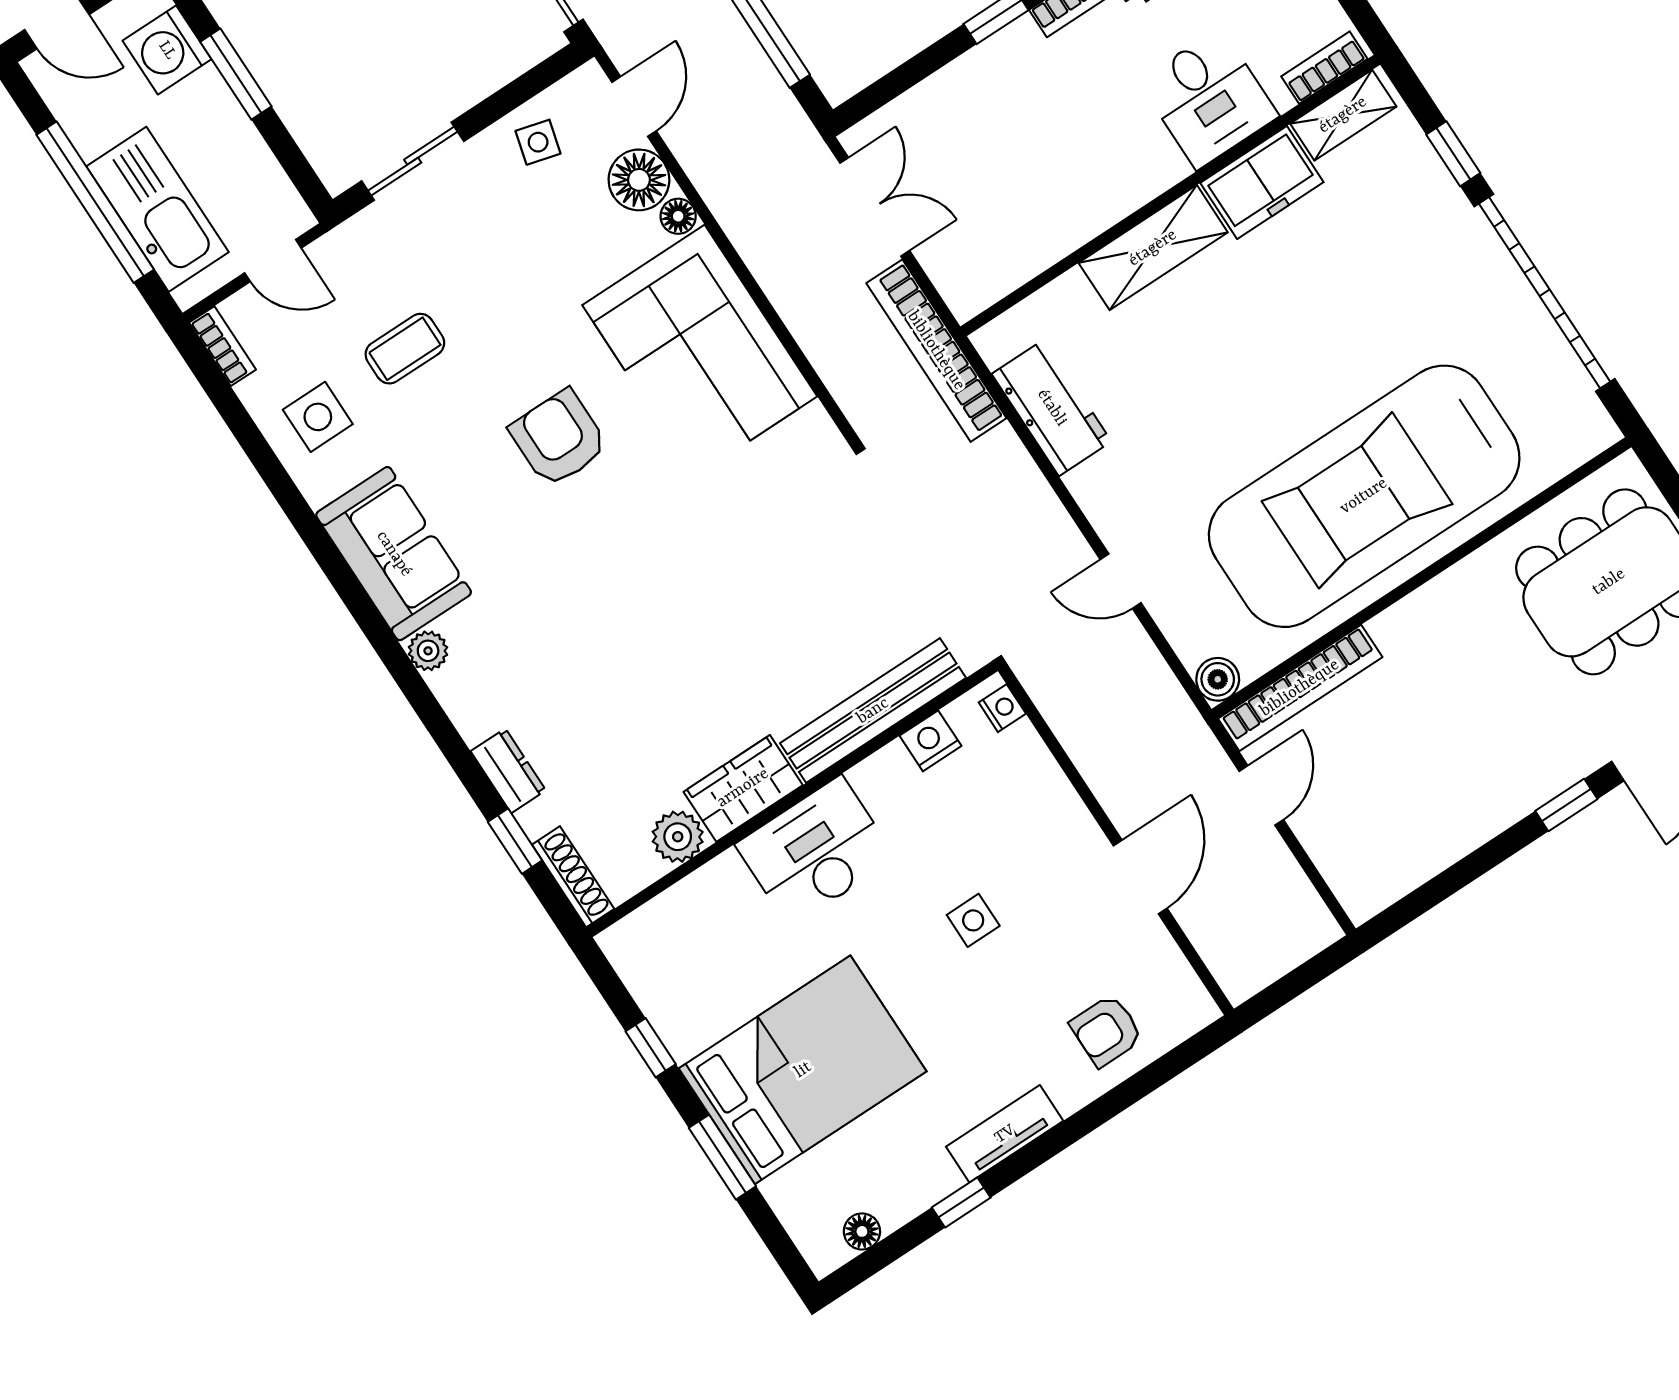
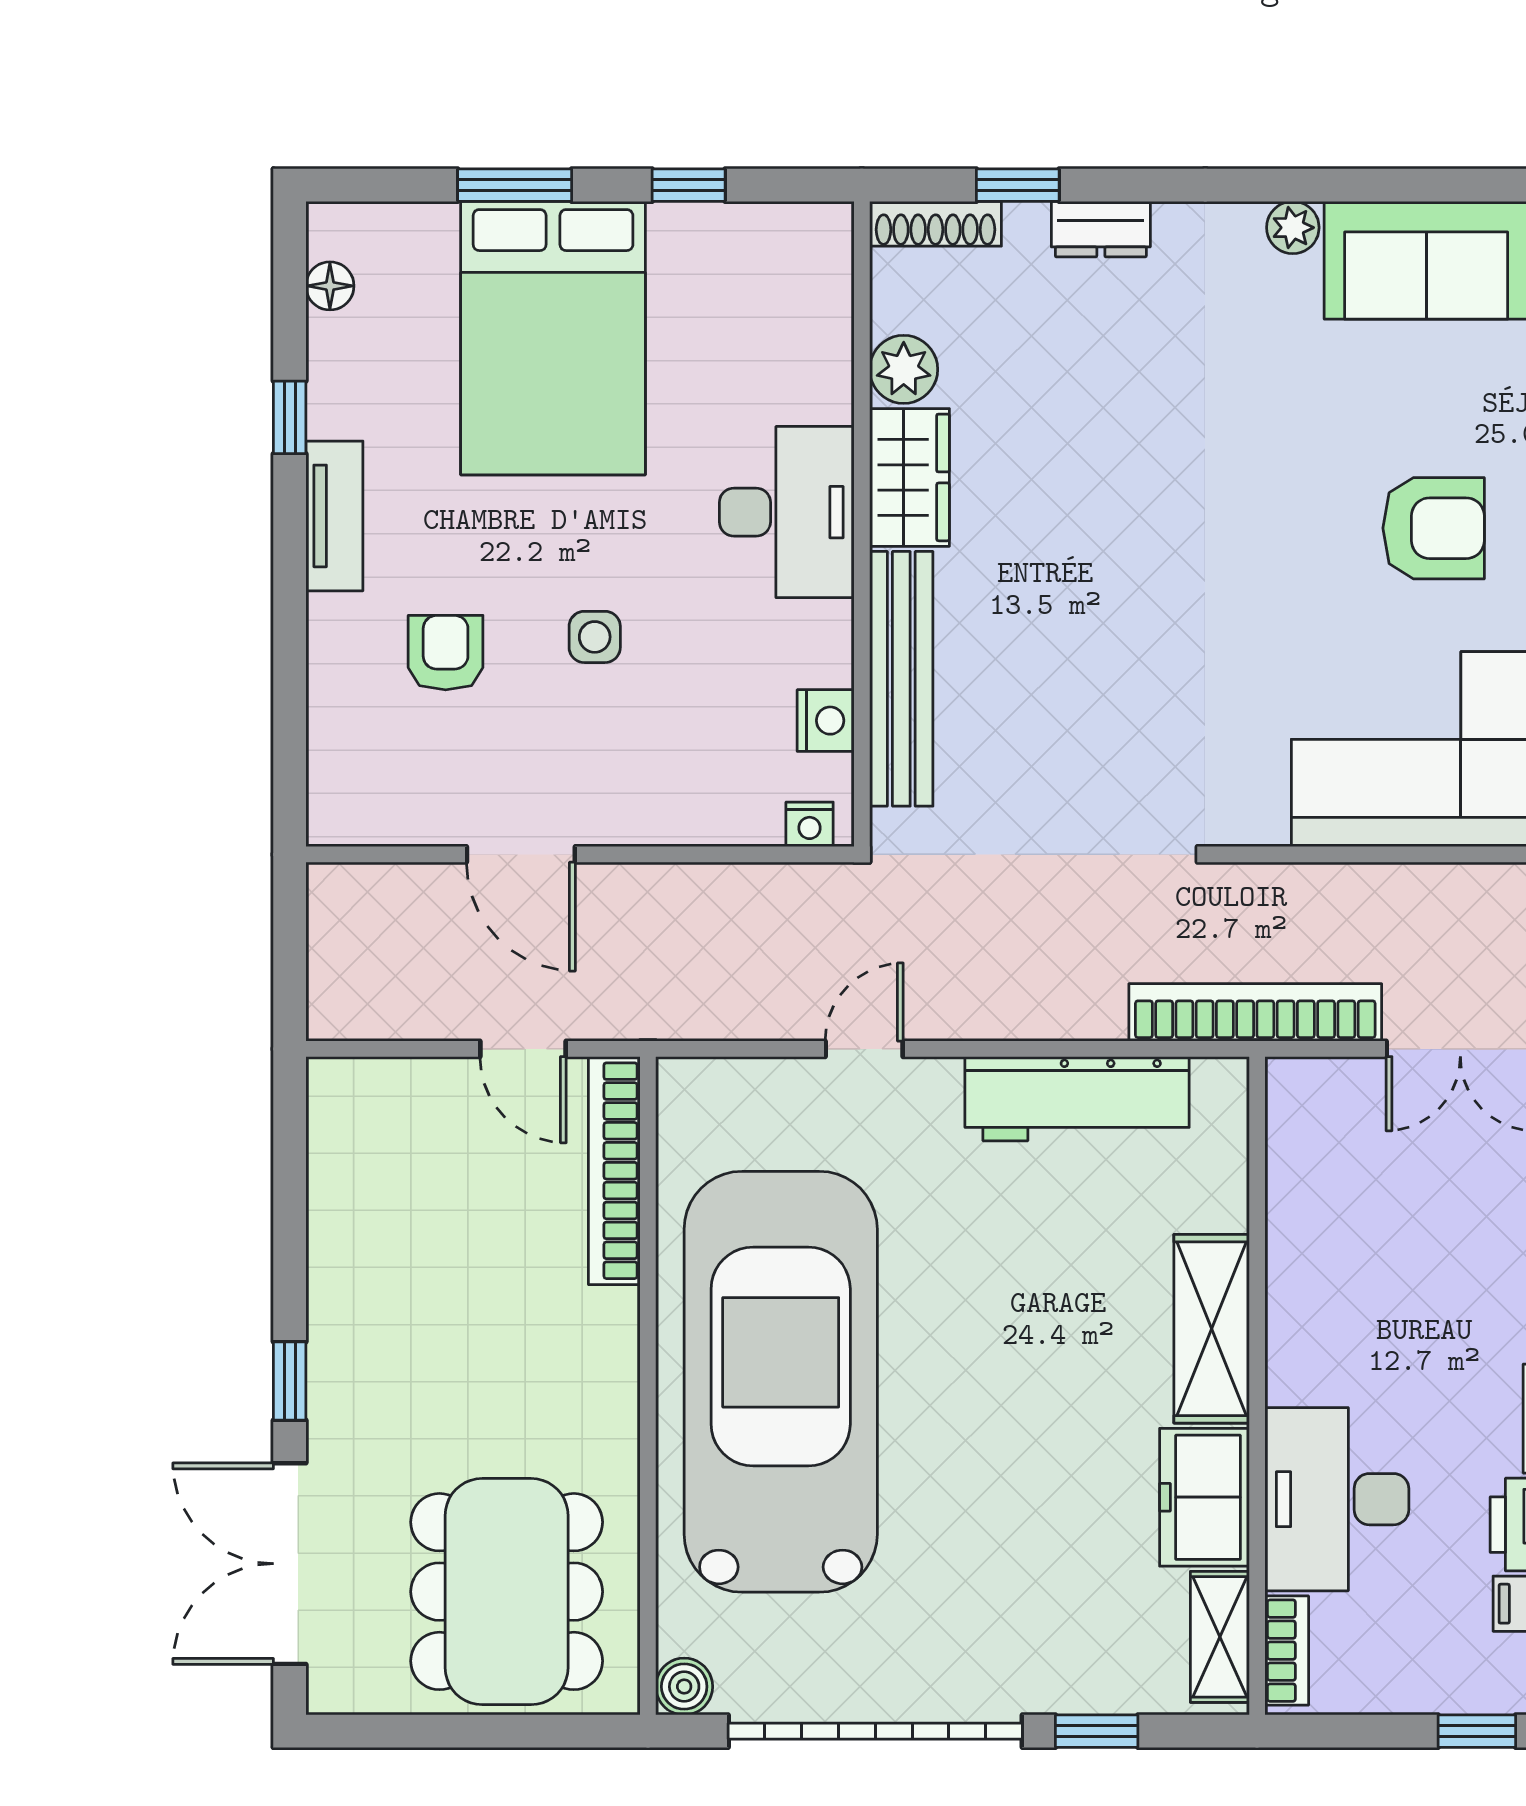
desk: (1209, 99) -> (1337, 1499), width x1.37
workbench: (1052, 408) -> (1077, 1099), width x1.38
boiler: (1218, 679) -> (684, 1687), moved
armchair: (1106, 1031) -> (446, 653), moved

